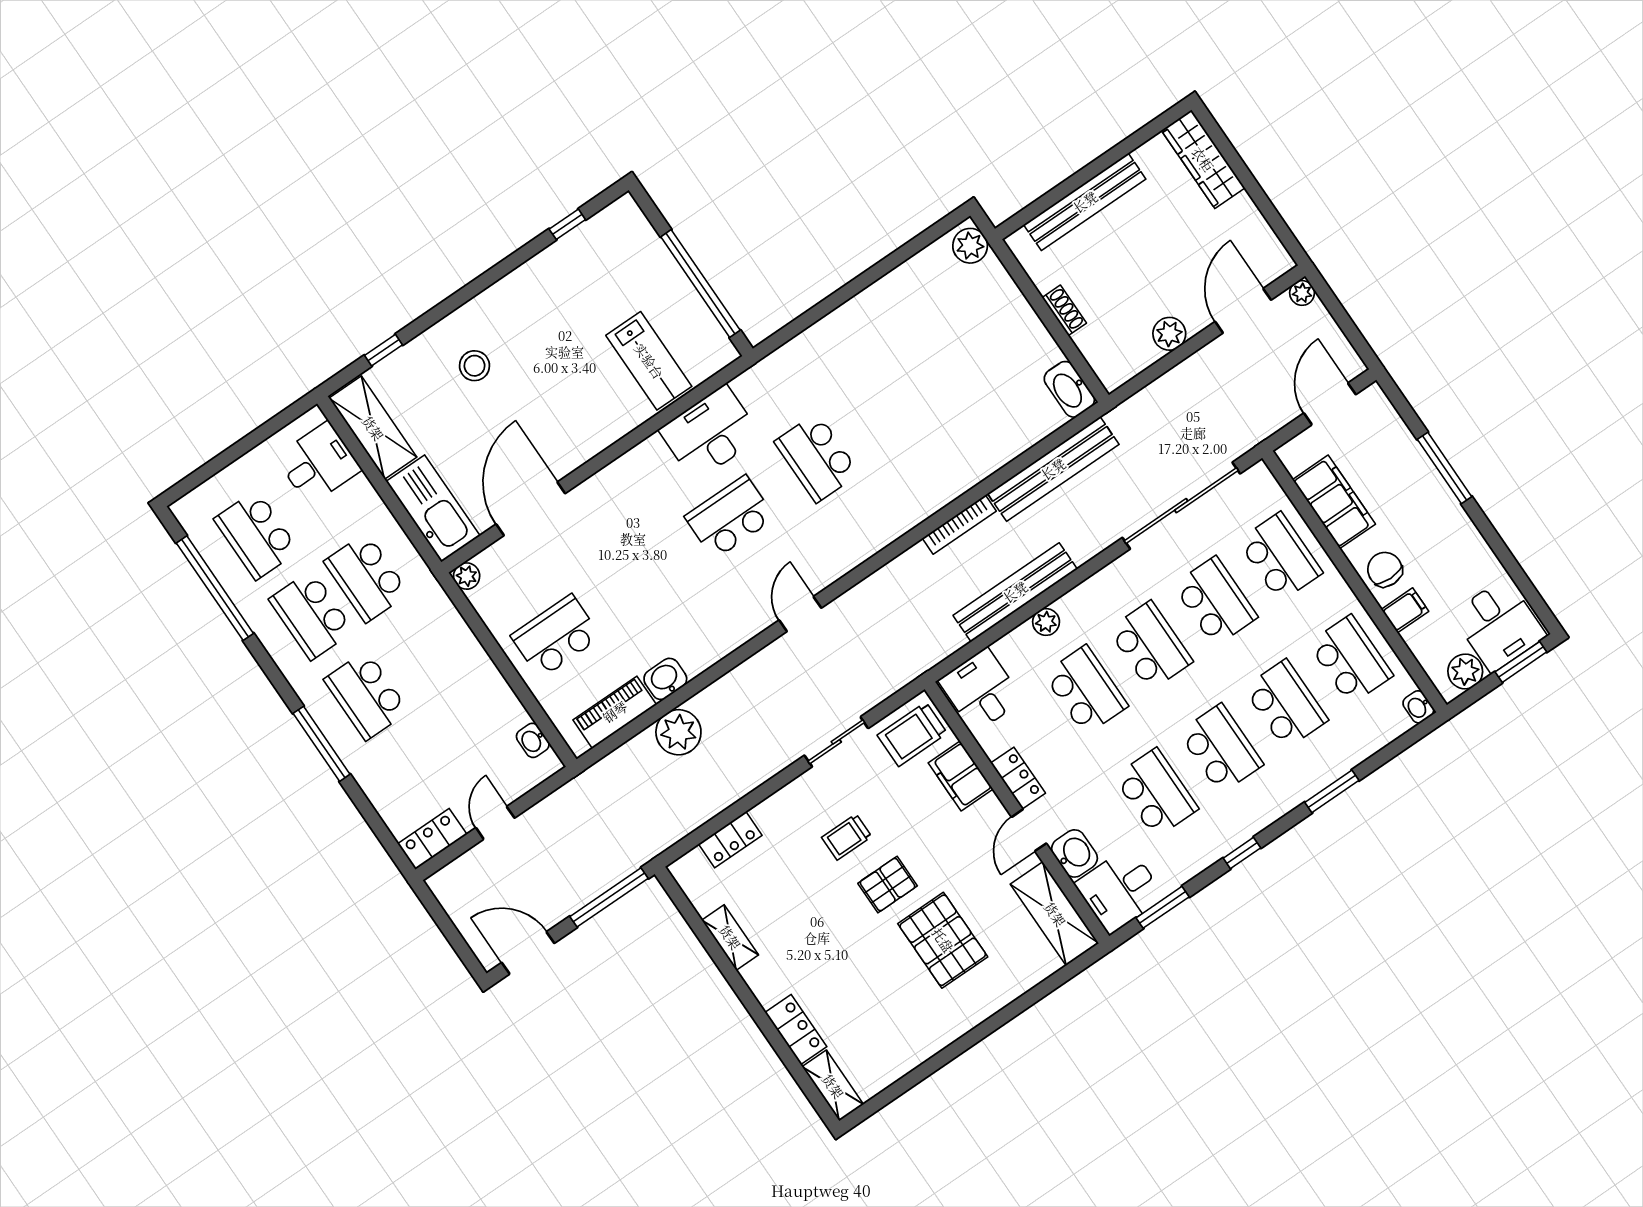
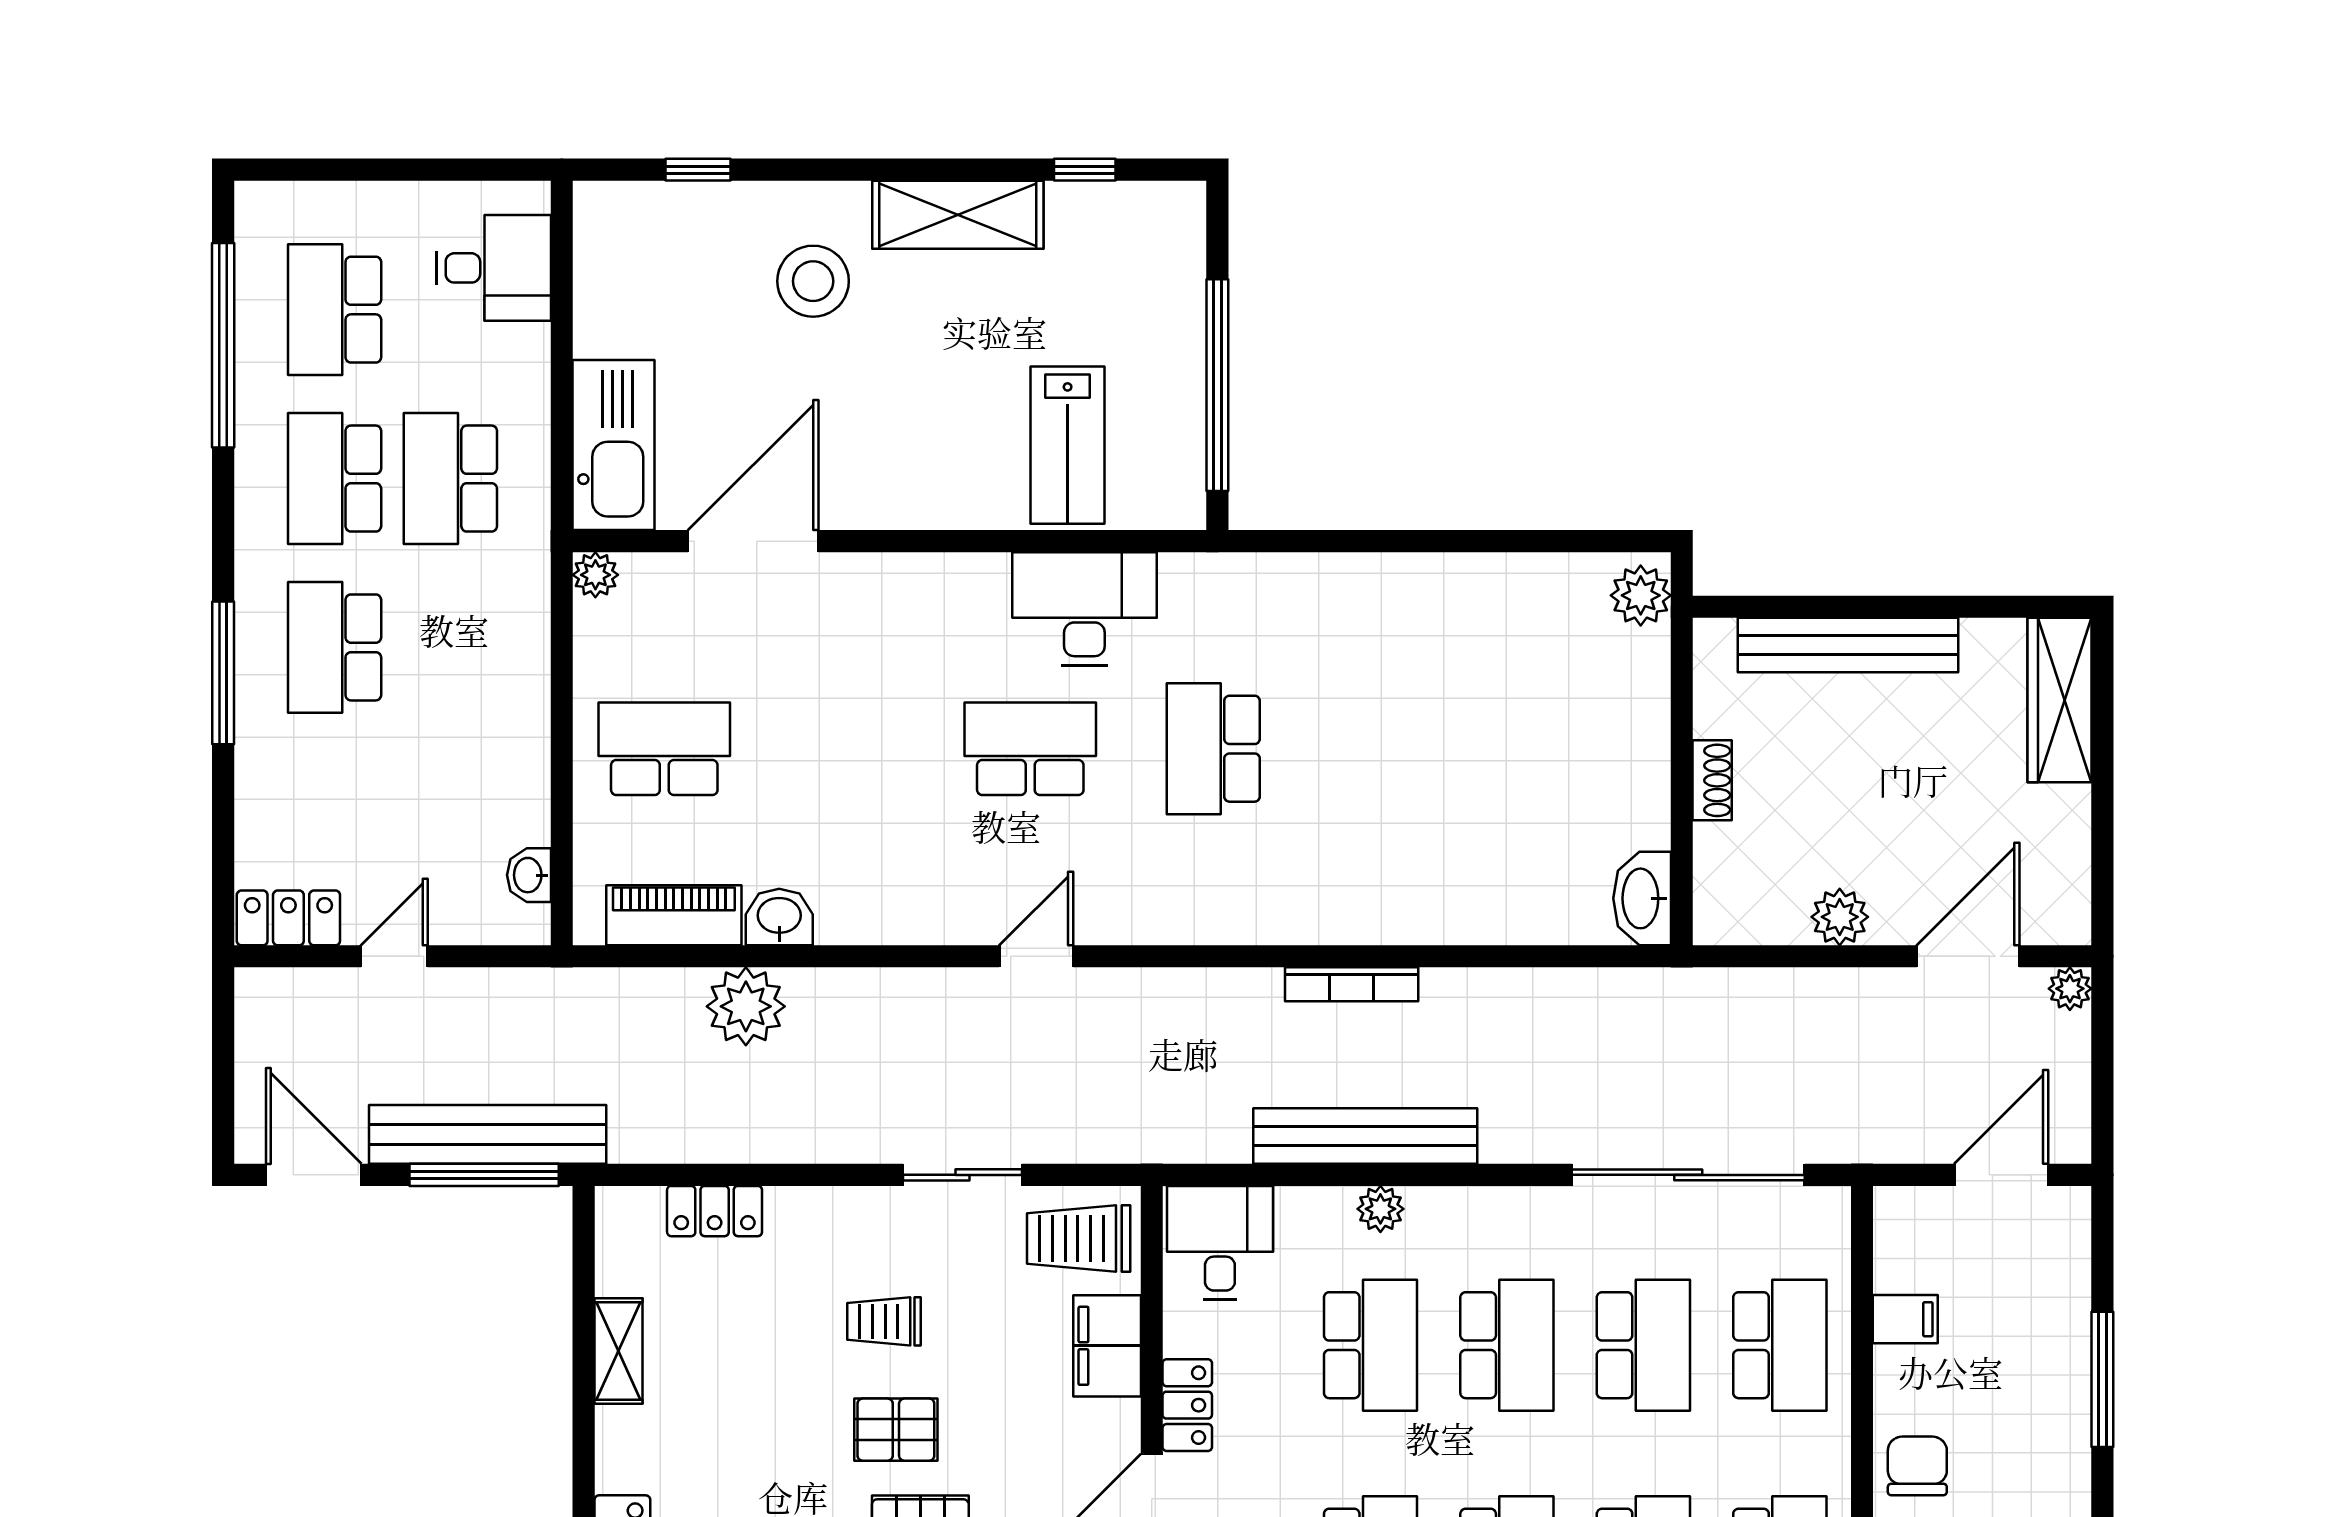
stool: (474, 366) -> (813, 281), width x1.38, depth x1.38
shelving: (373, 428) -> (958, 215), moved, turned 90
bench: (1053, 469) -> (488, 1134), moved
filing cabinet: (1334, 502) -> (1905, 1319), width x0.33, depth x0.86

